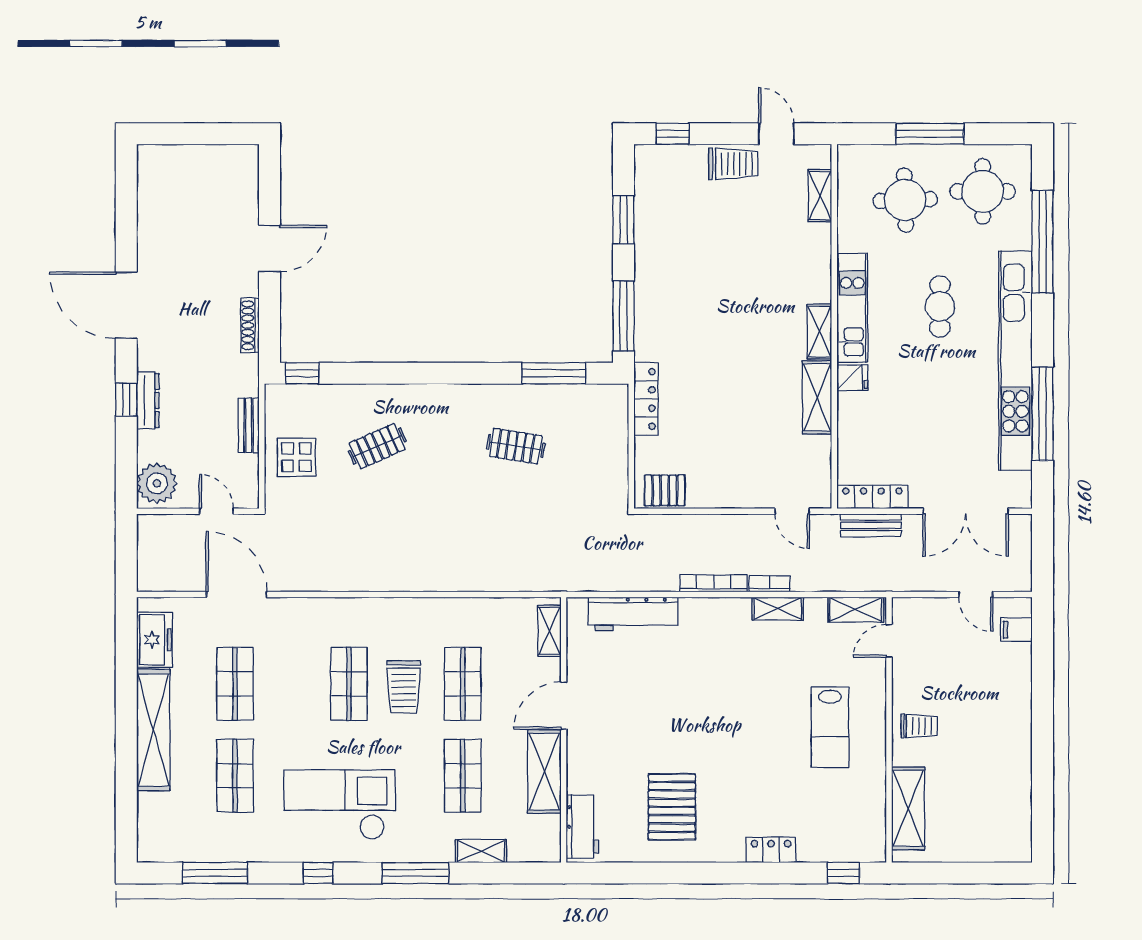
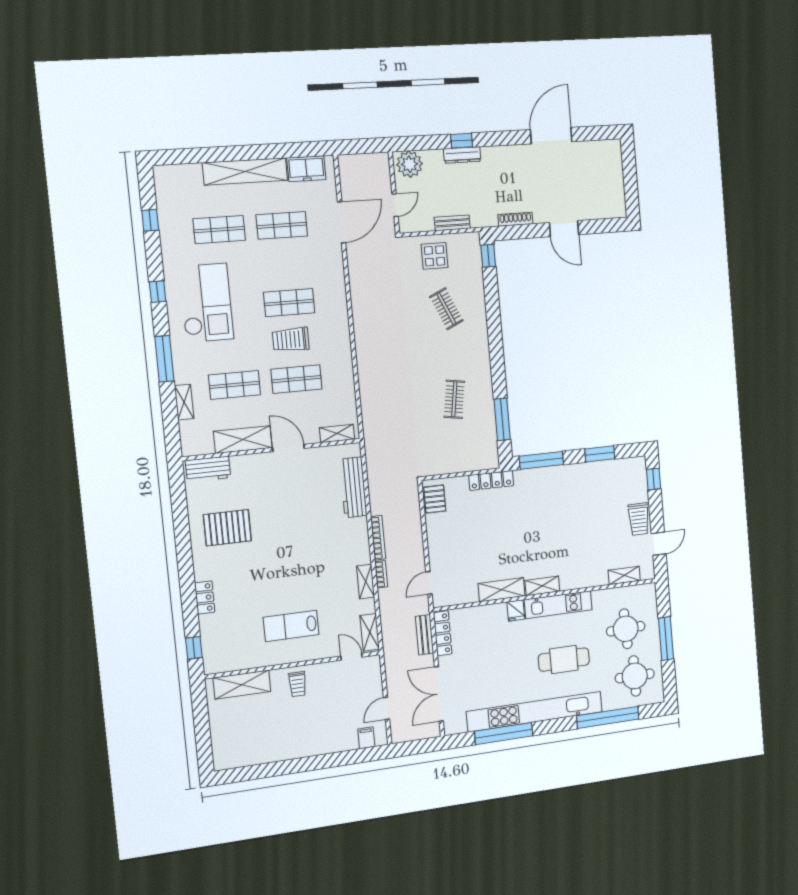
door: (126, 305) -> (551, 136), moved
cafe table: (940, 306) -> (564, 660), width x1.37, depth x1.35
window: (215, 873) -> (150, 220), width x0.46

